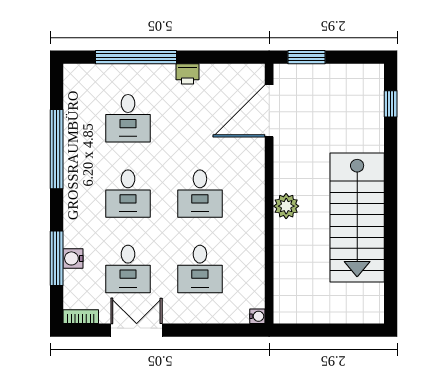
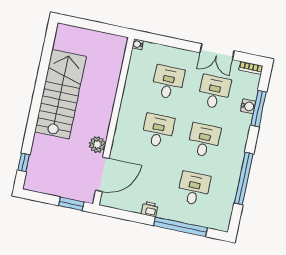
plant: (286, 206) -> (97, 145), moved

